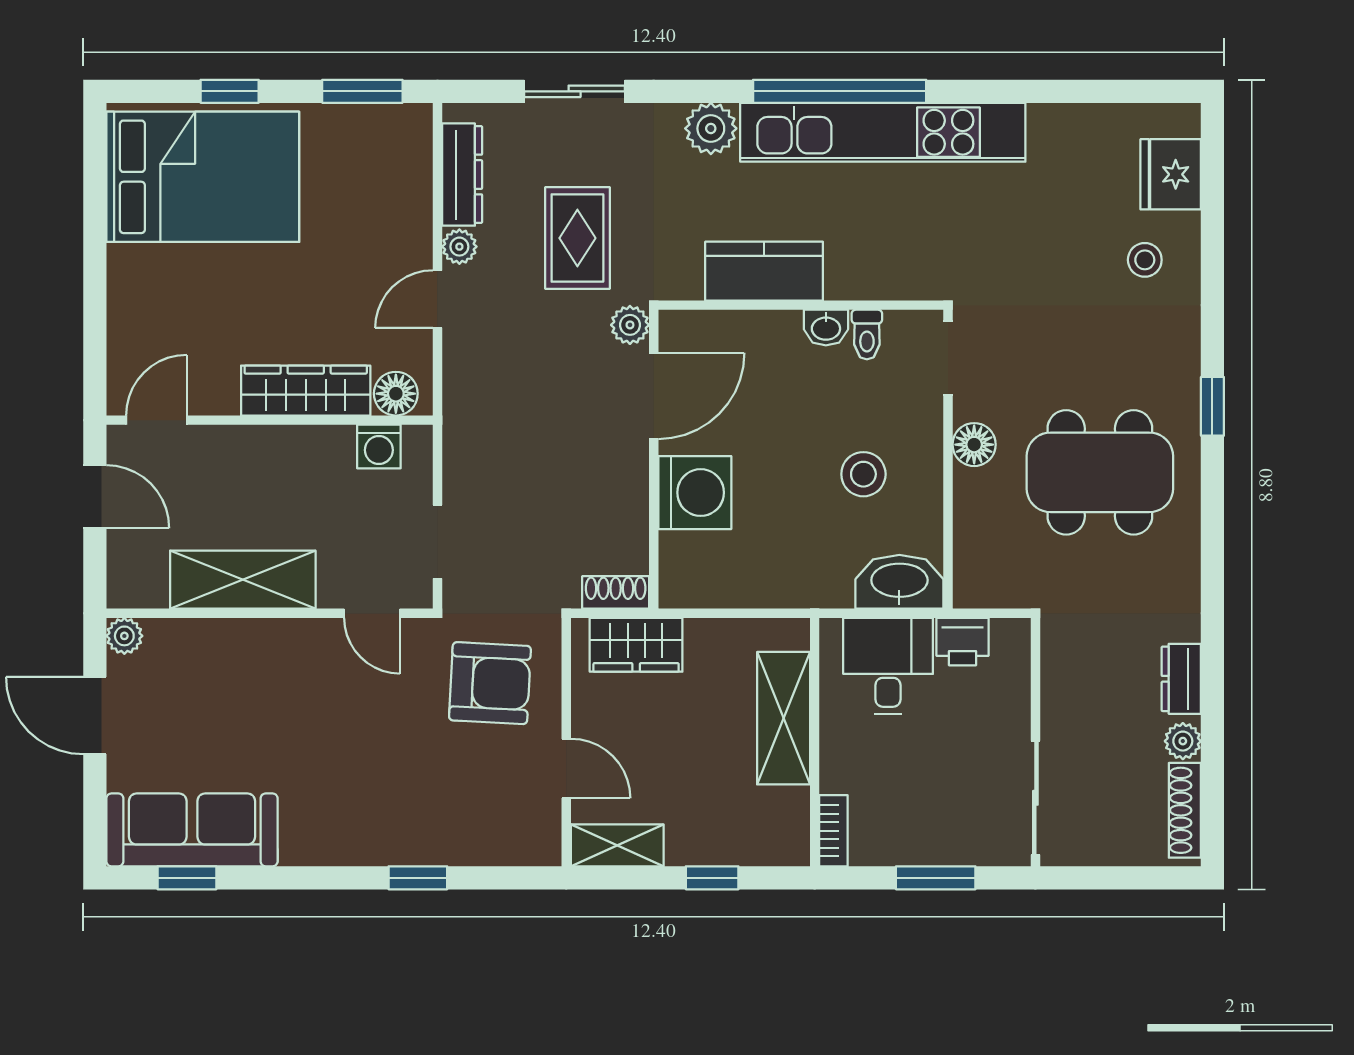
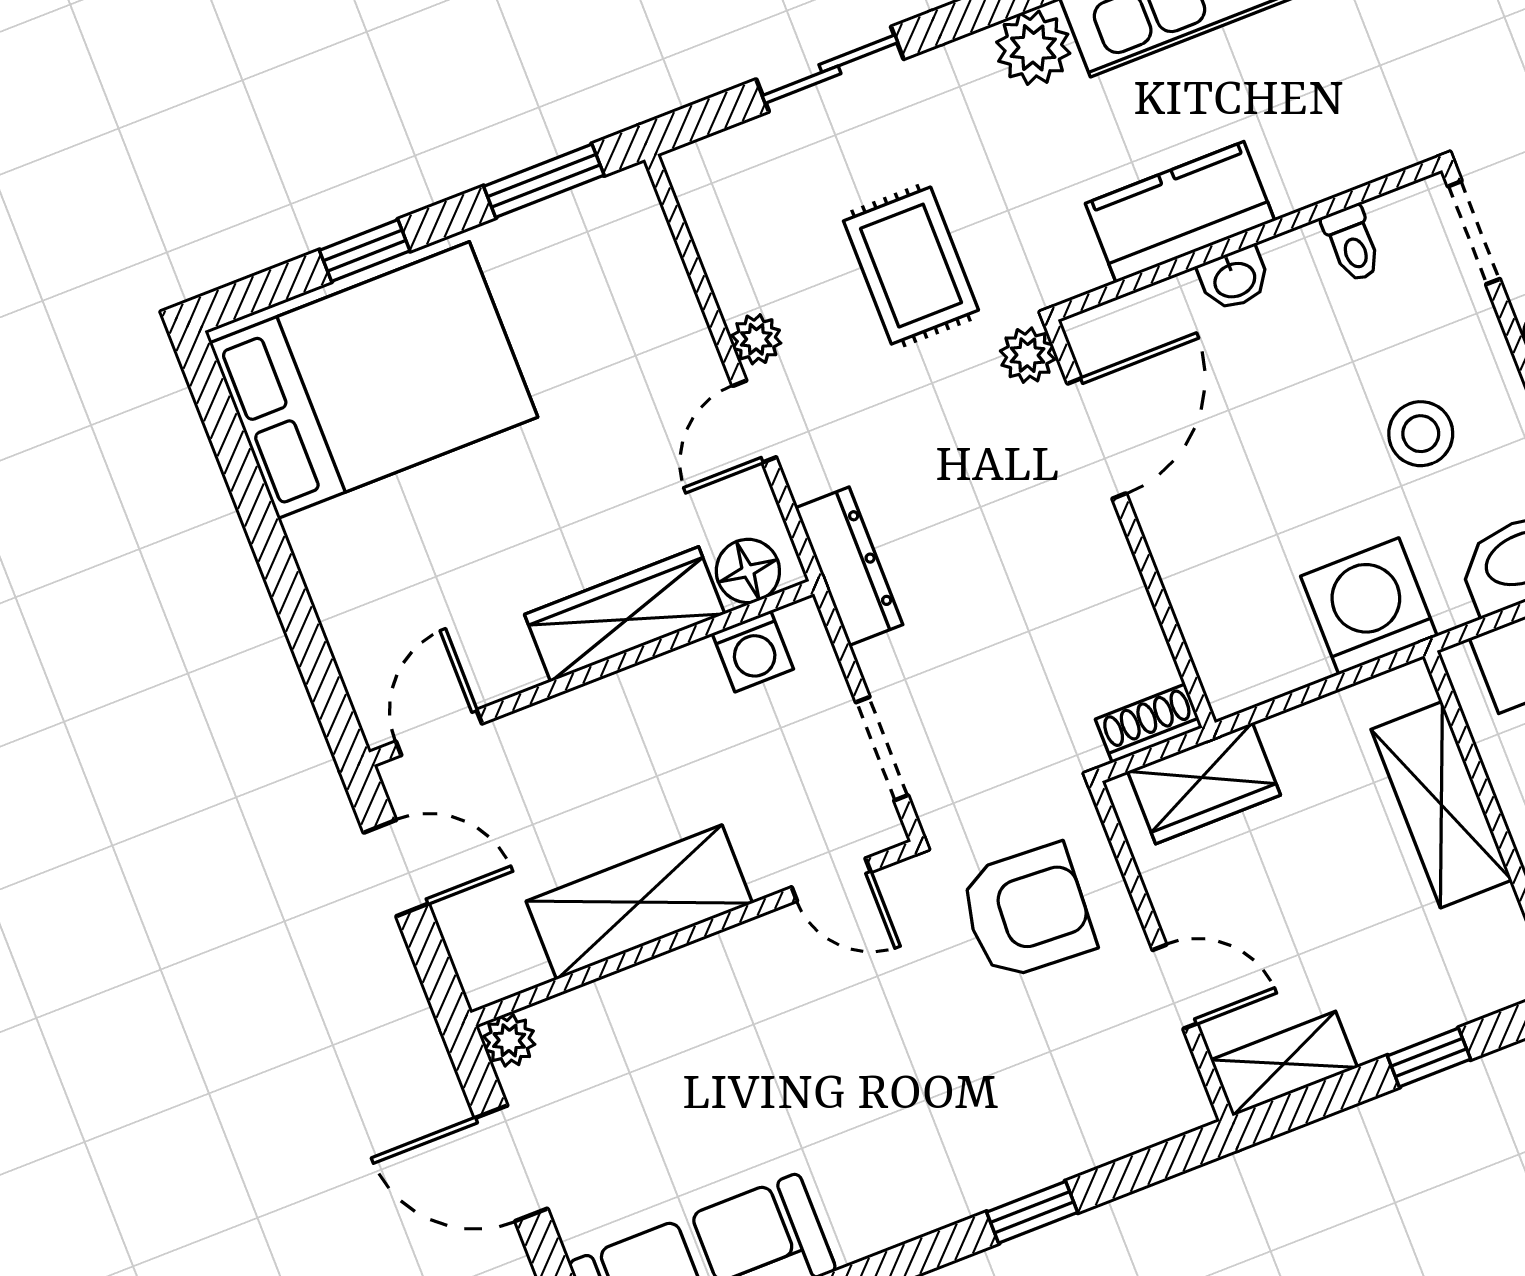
dresser: (462, 175) -> (849, 566), moved
washbasin: (826, 328) -> (1234, 279), moved
washing machine: (695, 493) -> (1369, 606), moved, turned -90

